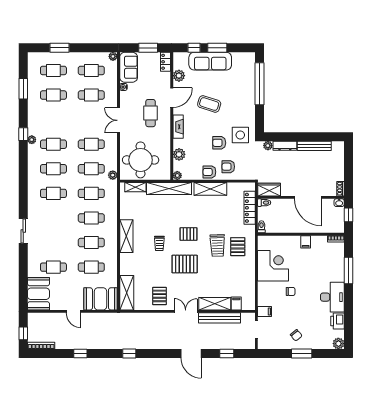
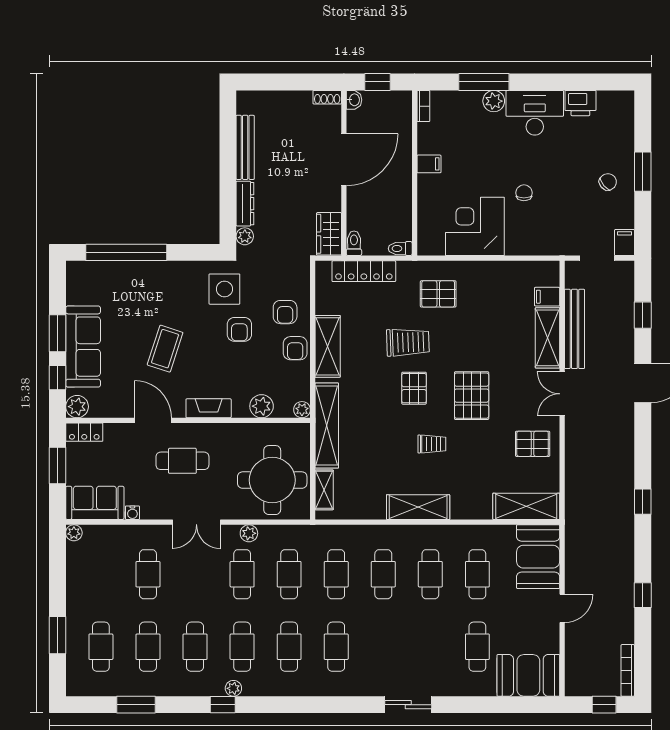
cafe table: (91, 70) -> (195, 647), moved
plant: (179, 76) -> (77, 407), moved
plant: (113, 175) -> (249, 533), moved
trolley: (217, 245) -> (408, 342), moved
filing cabinet: (265, 312) -> (625, 243), moved
plant: (338, 344) -> (494, 101), moved

